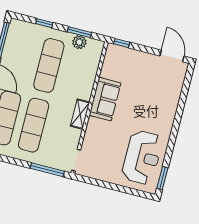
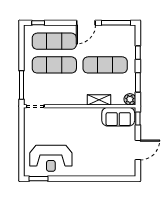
plant: (79, 42) -> (130, 99), moved
door: (172, 56) -> (138, 150), moved
sofa: (105, 99) -> (118, 117), moved
shelving: (80, 114) -> (99, 100), moved

